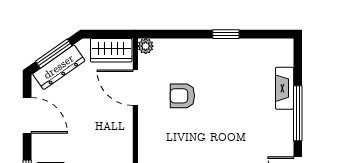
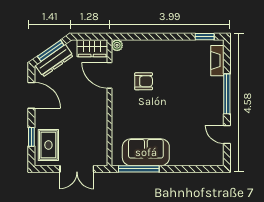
window: (226, 34) -> (205, 37), moved
fireplace: (285, 88) -> (217, 61), moved
armchair: (182, 96) -> (144, 81), turned 180

